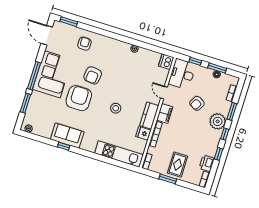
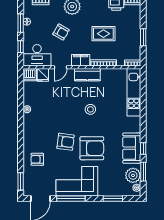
window: (34, 76) -> (71, 199), moved
armchair: (79, 98) -> (92, 148), turned 180
plant: (41, 129) -> (133, 175), added
fridge: (143, 133) -> (43, 75), moved
window: (42, 139) -> (143, 172), added
rug: (178, 165) -> (103, 34), moved

